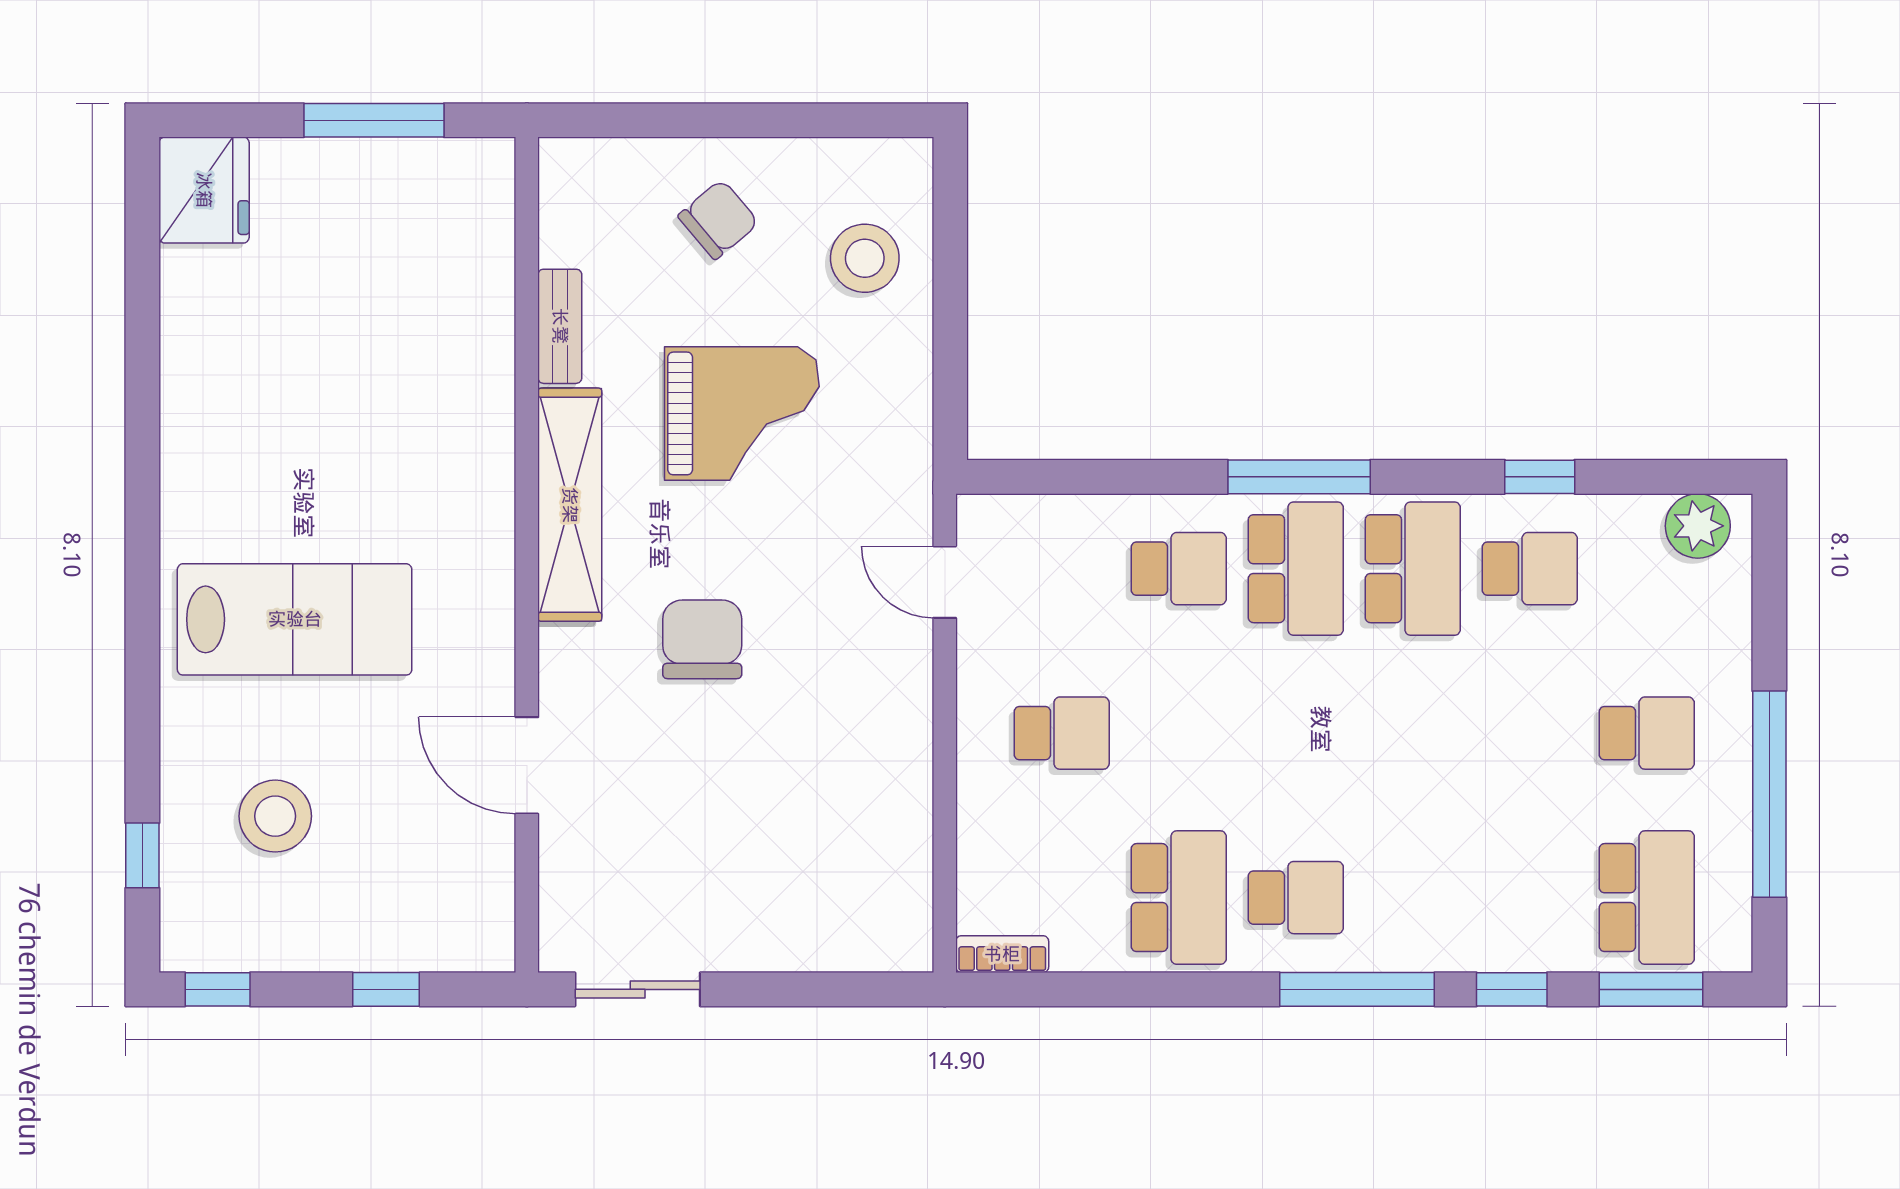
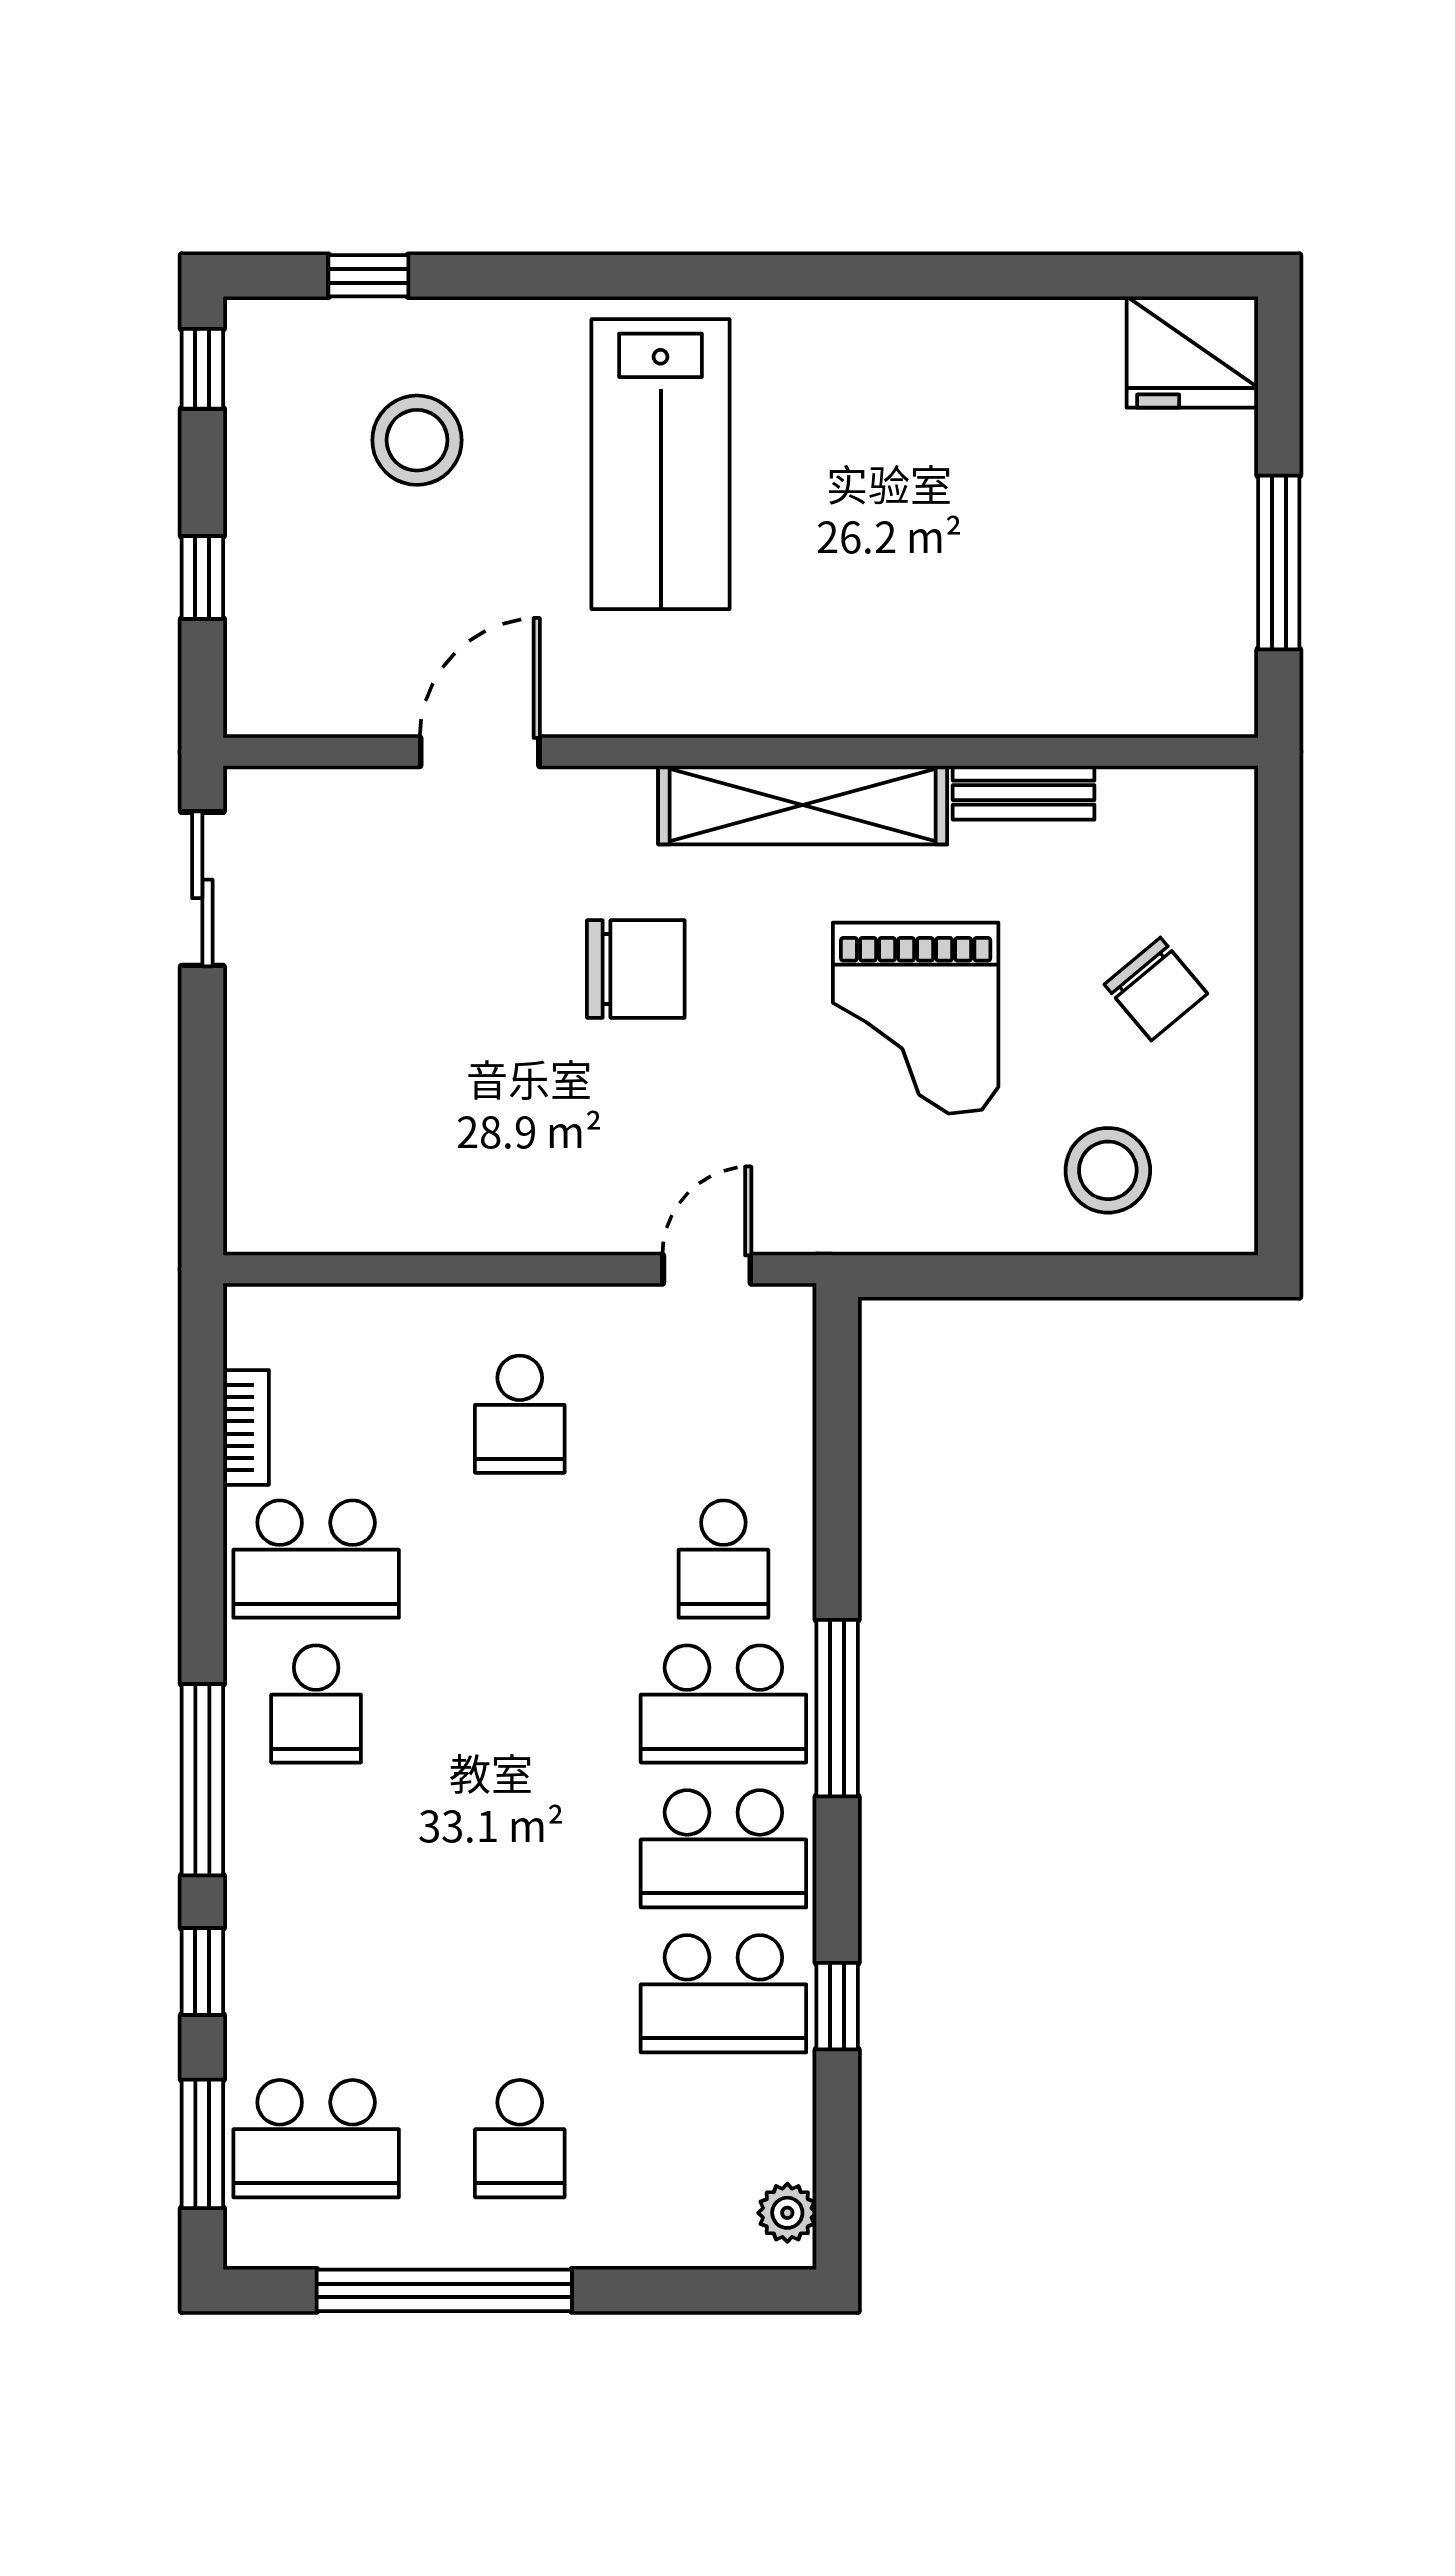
plant: (1698, 526) -> (787, 2213), width x0.73, depth x0.73
school desk: (1530, 569) -> (723, 1994), width x1.85
bookcase: (1002, 954) -> (246, 1427), moved

